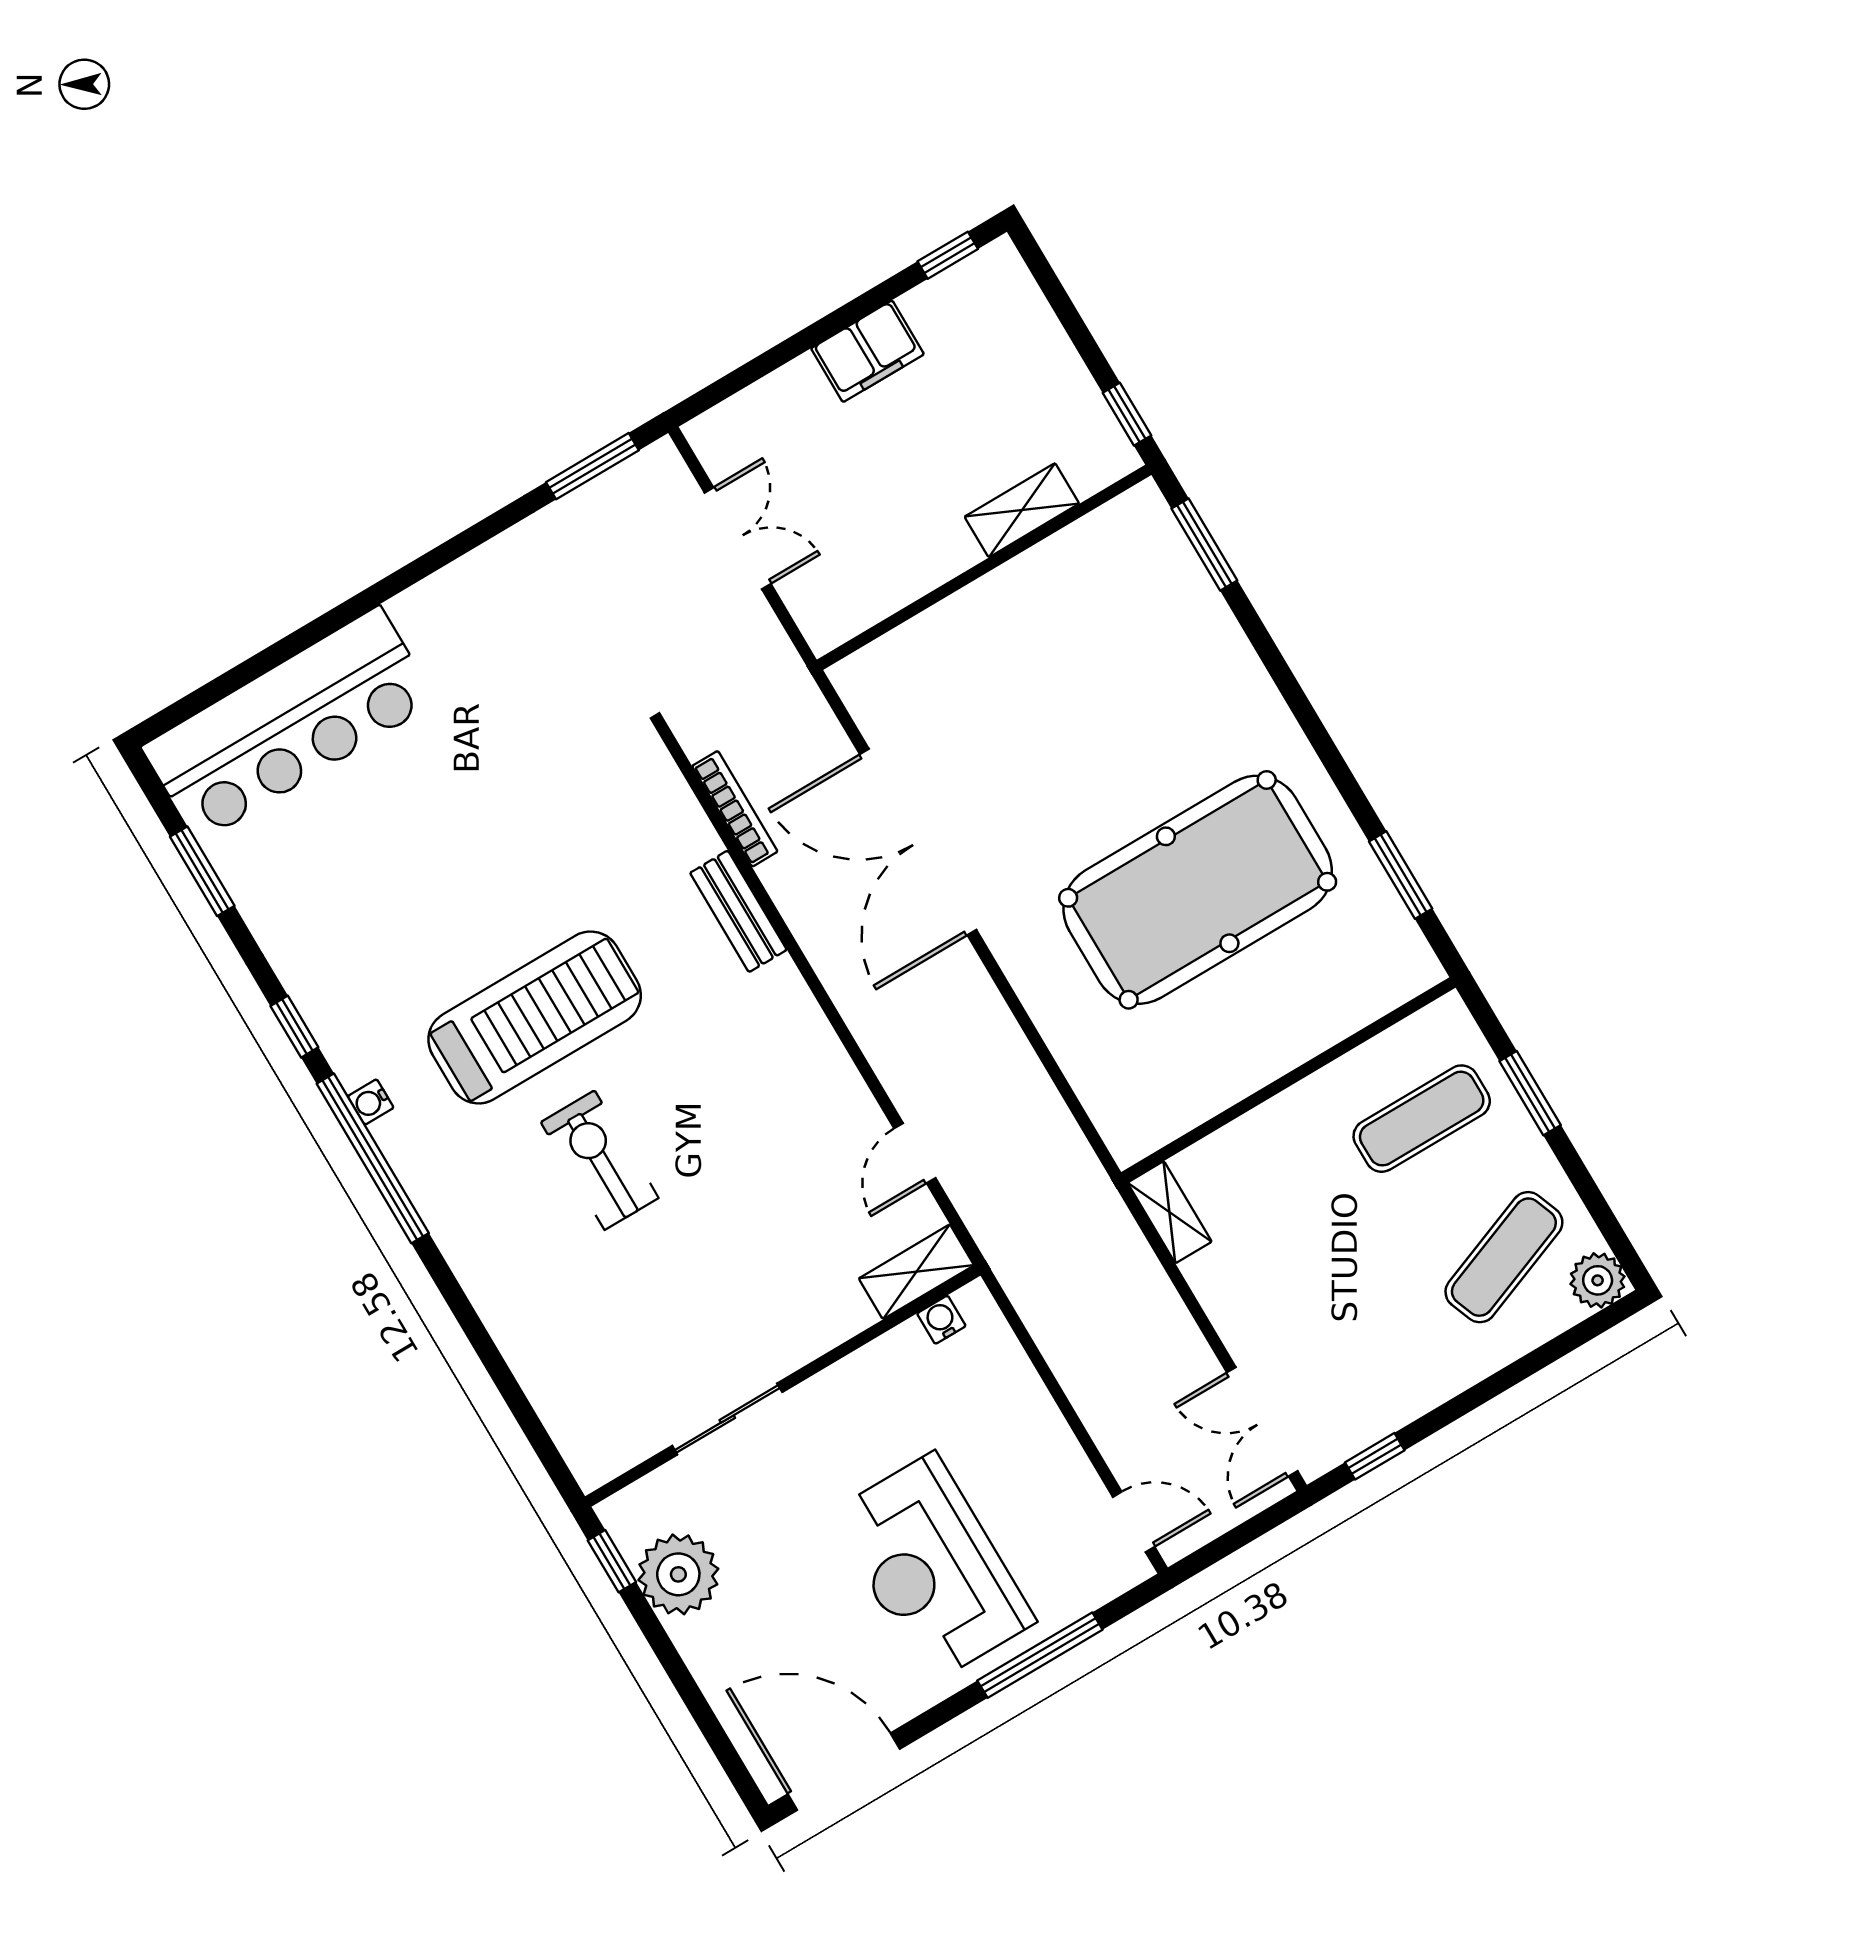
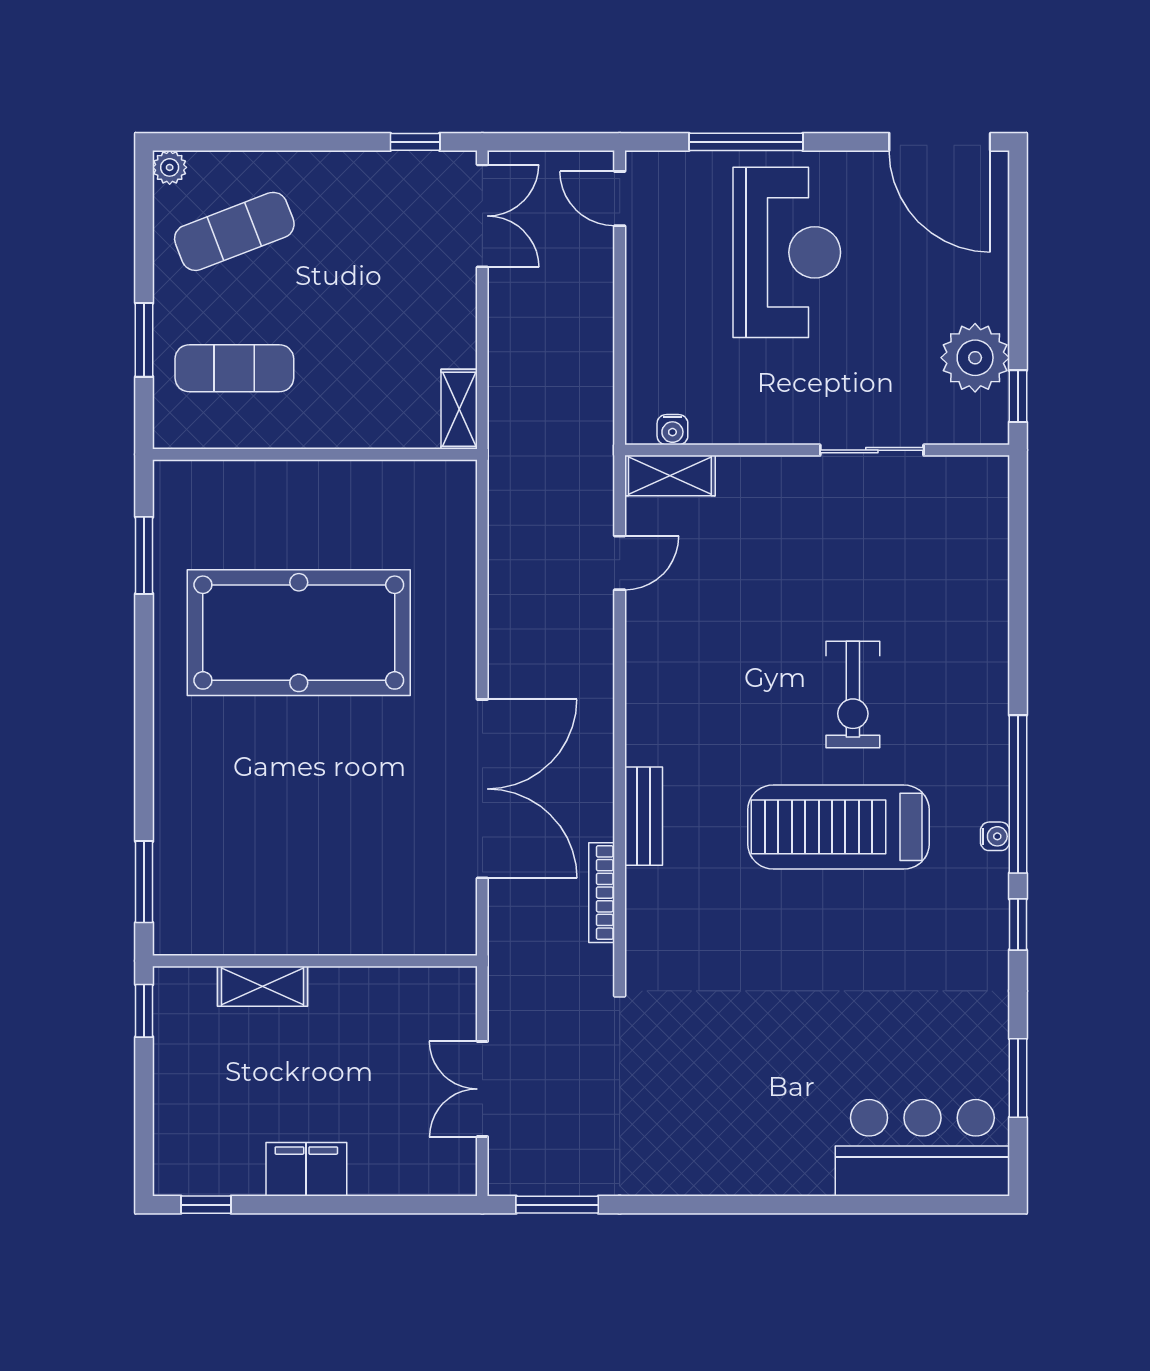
bar counter: (289, 724) -> (922, 1148), width x0.73
plant: (1598, 1280) -> (170, 167), width x0.73, depth x0.73

